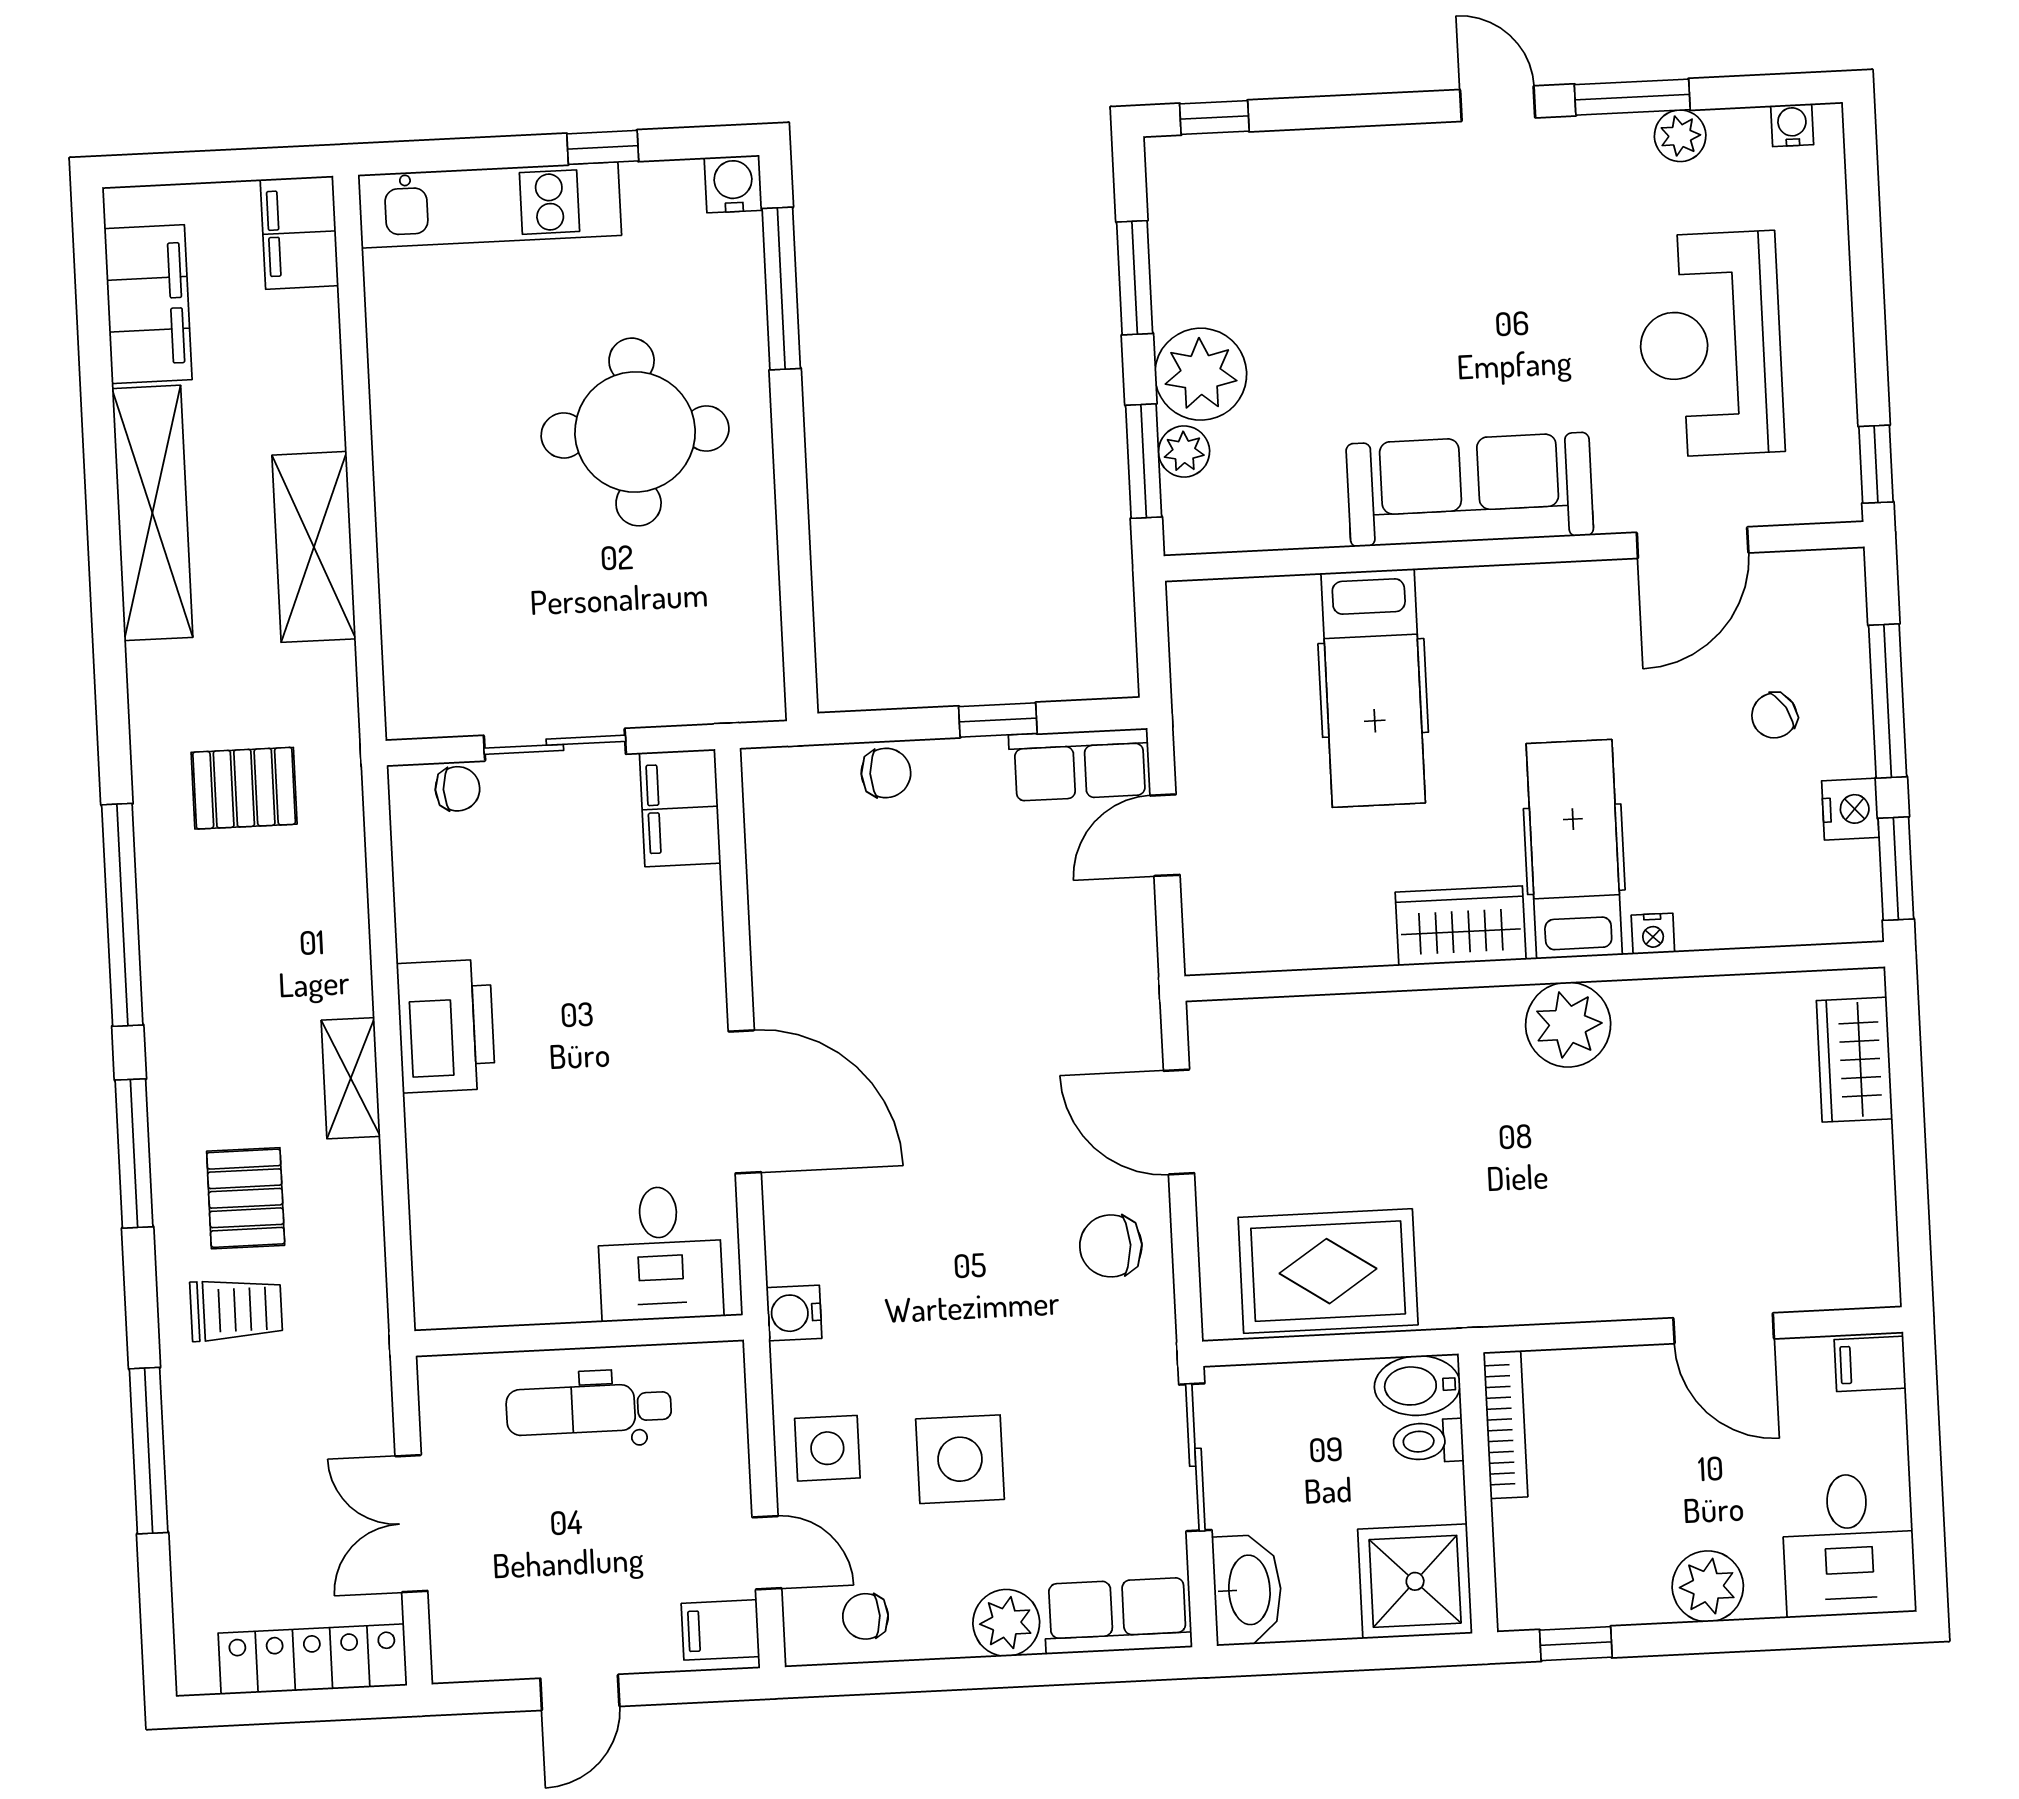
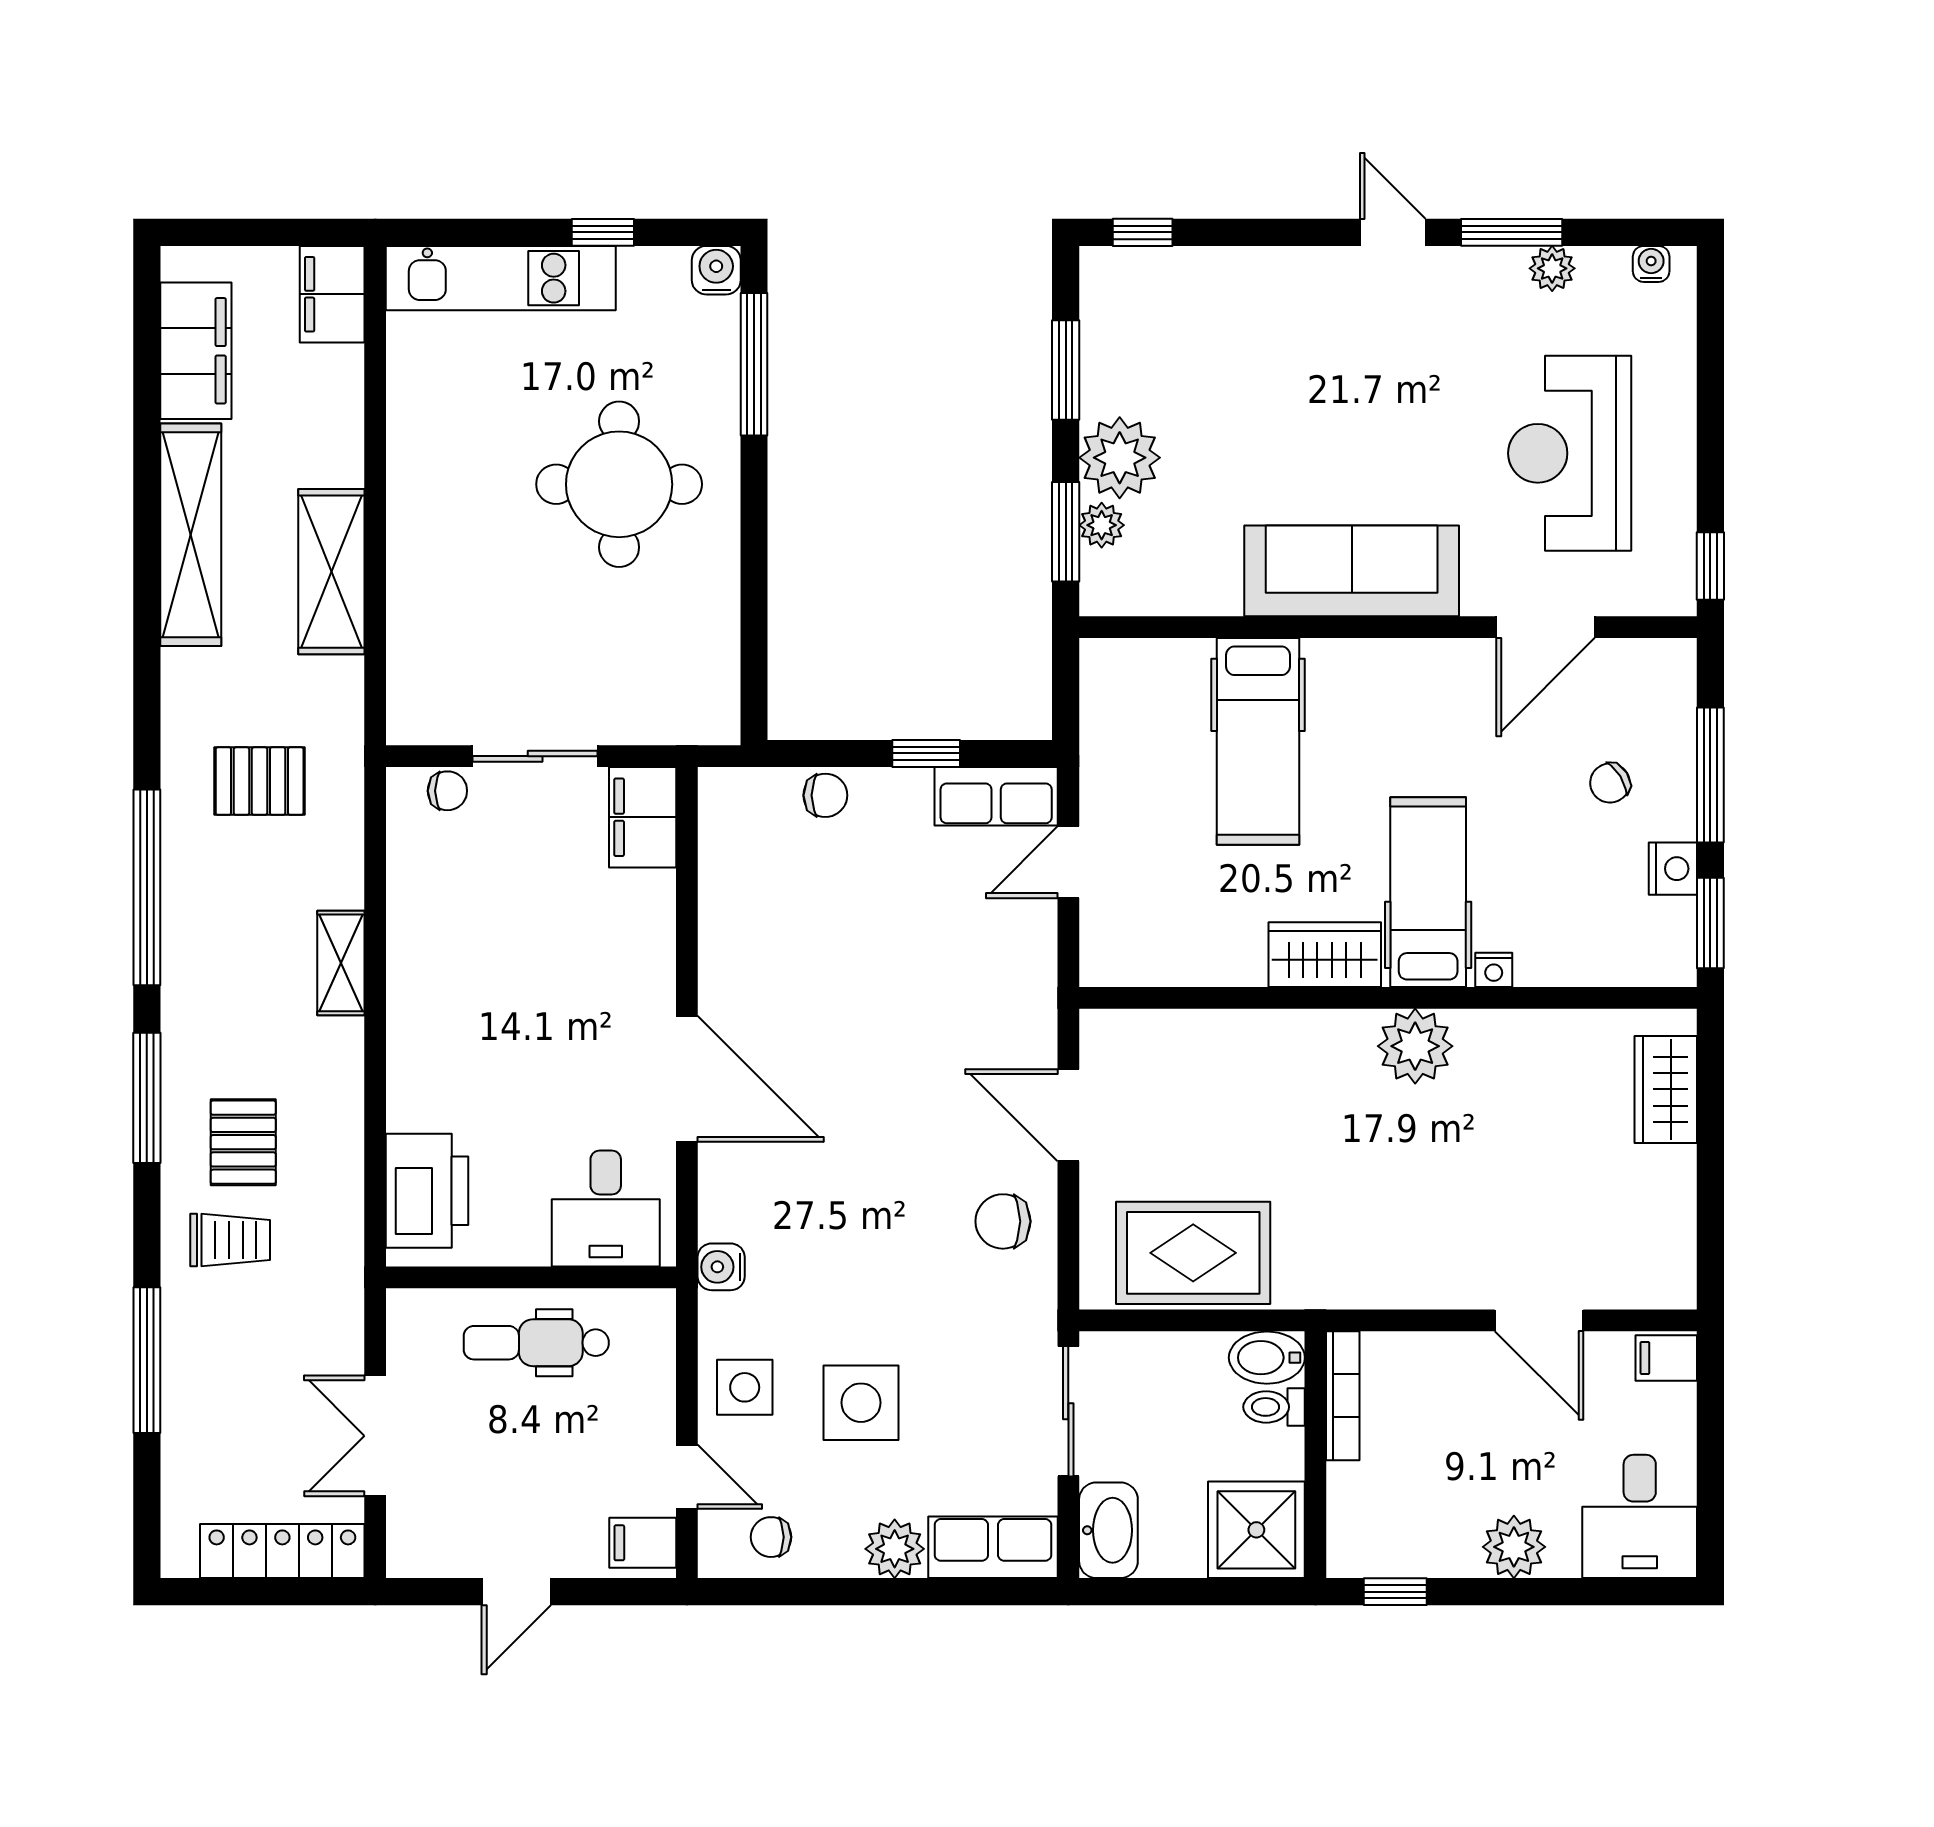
printer: (446, 1026) -> (427, 1191), moved
shelving: (351, 1078) -> (341, 963), moved

